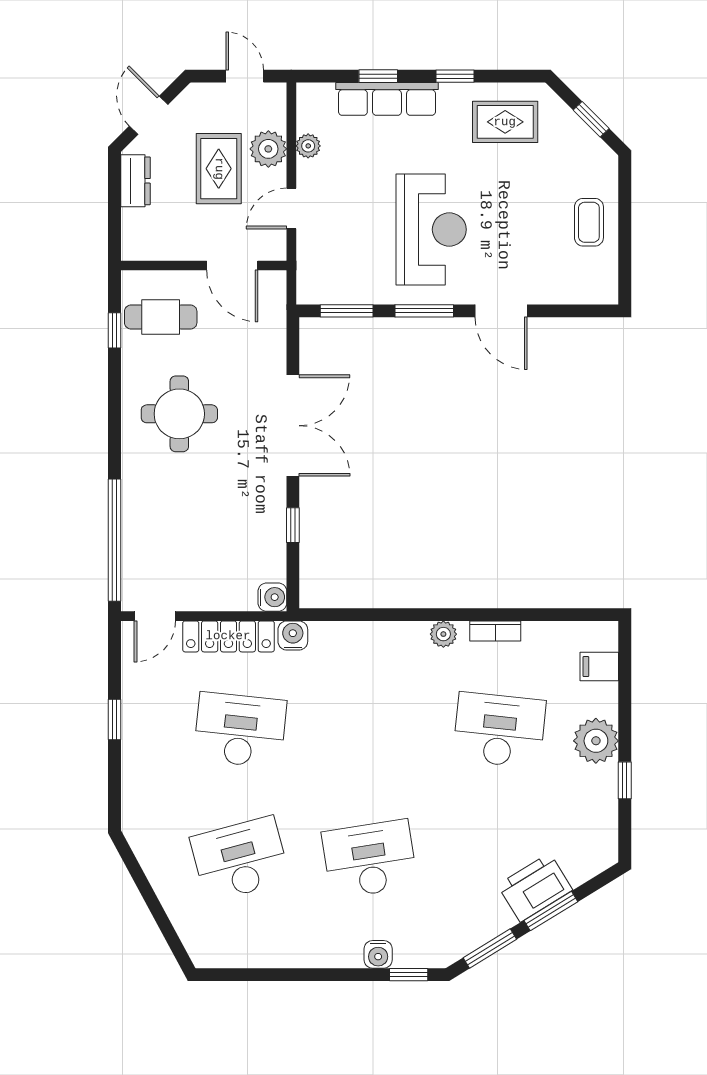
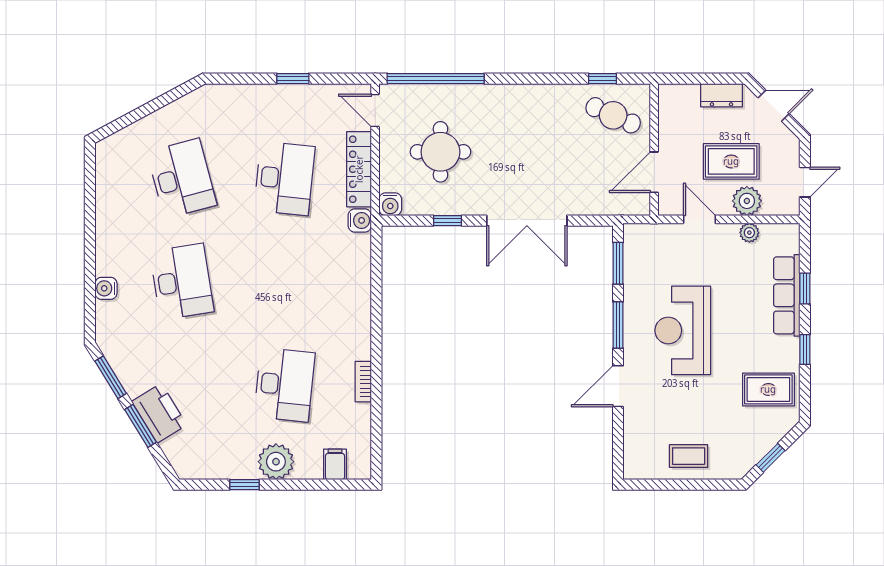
rug: (505, 122) -> (768, 389), turned 90
reception desk: (431, 230) -> (683, 330), turned 90
cafe table: (161, 317) -> (613, 115), turned -66
round table: (179, 414) -> (440, 152), moved
plant: (443, 634) -> (361, 340), removed
window: (409, 975) -> (90, 313), removed

